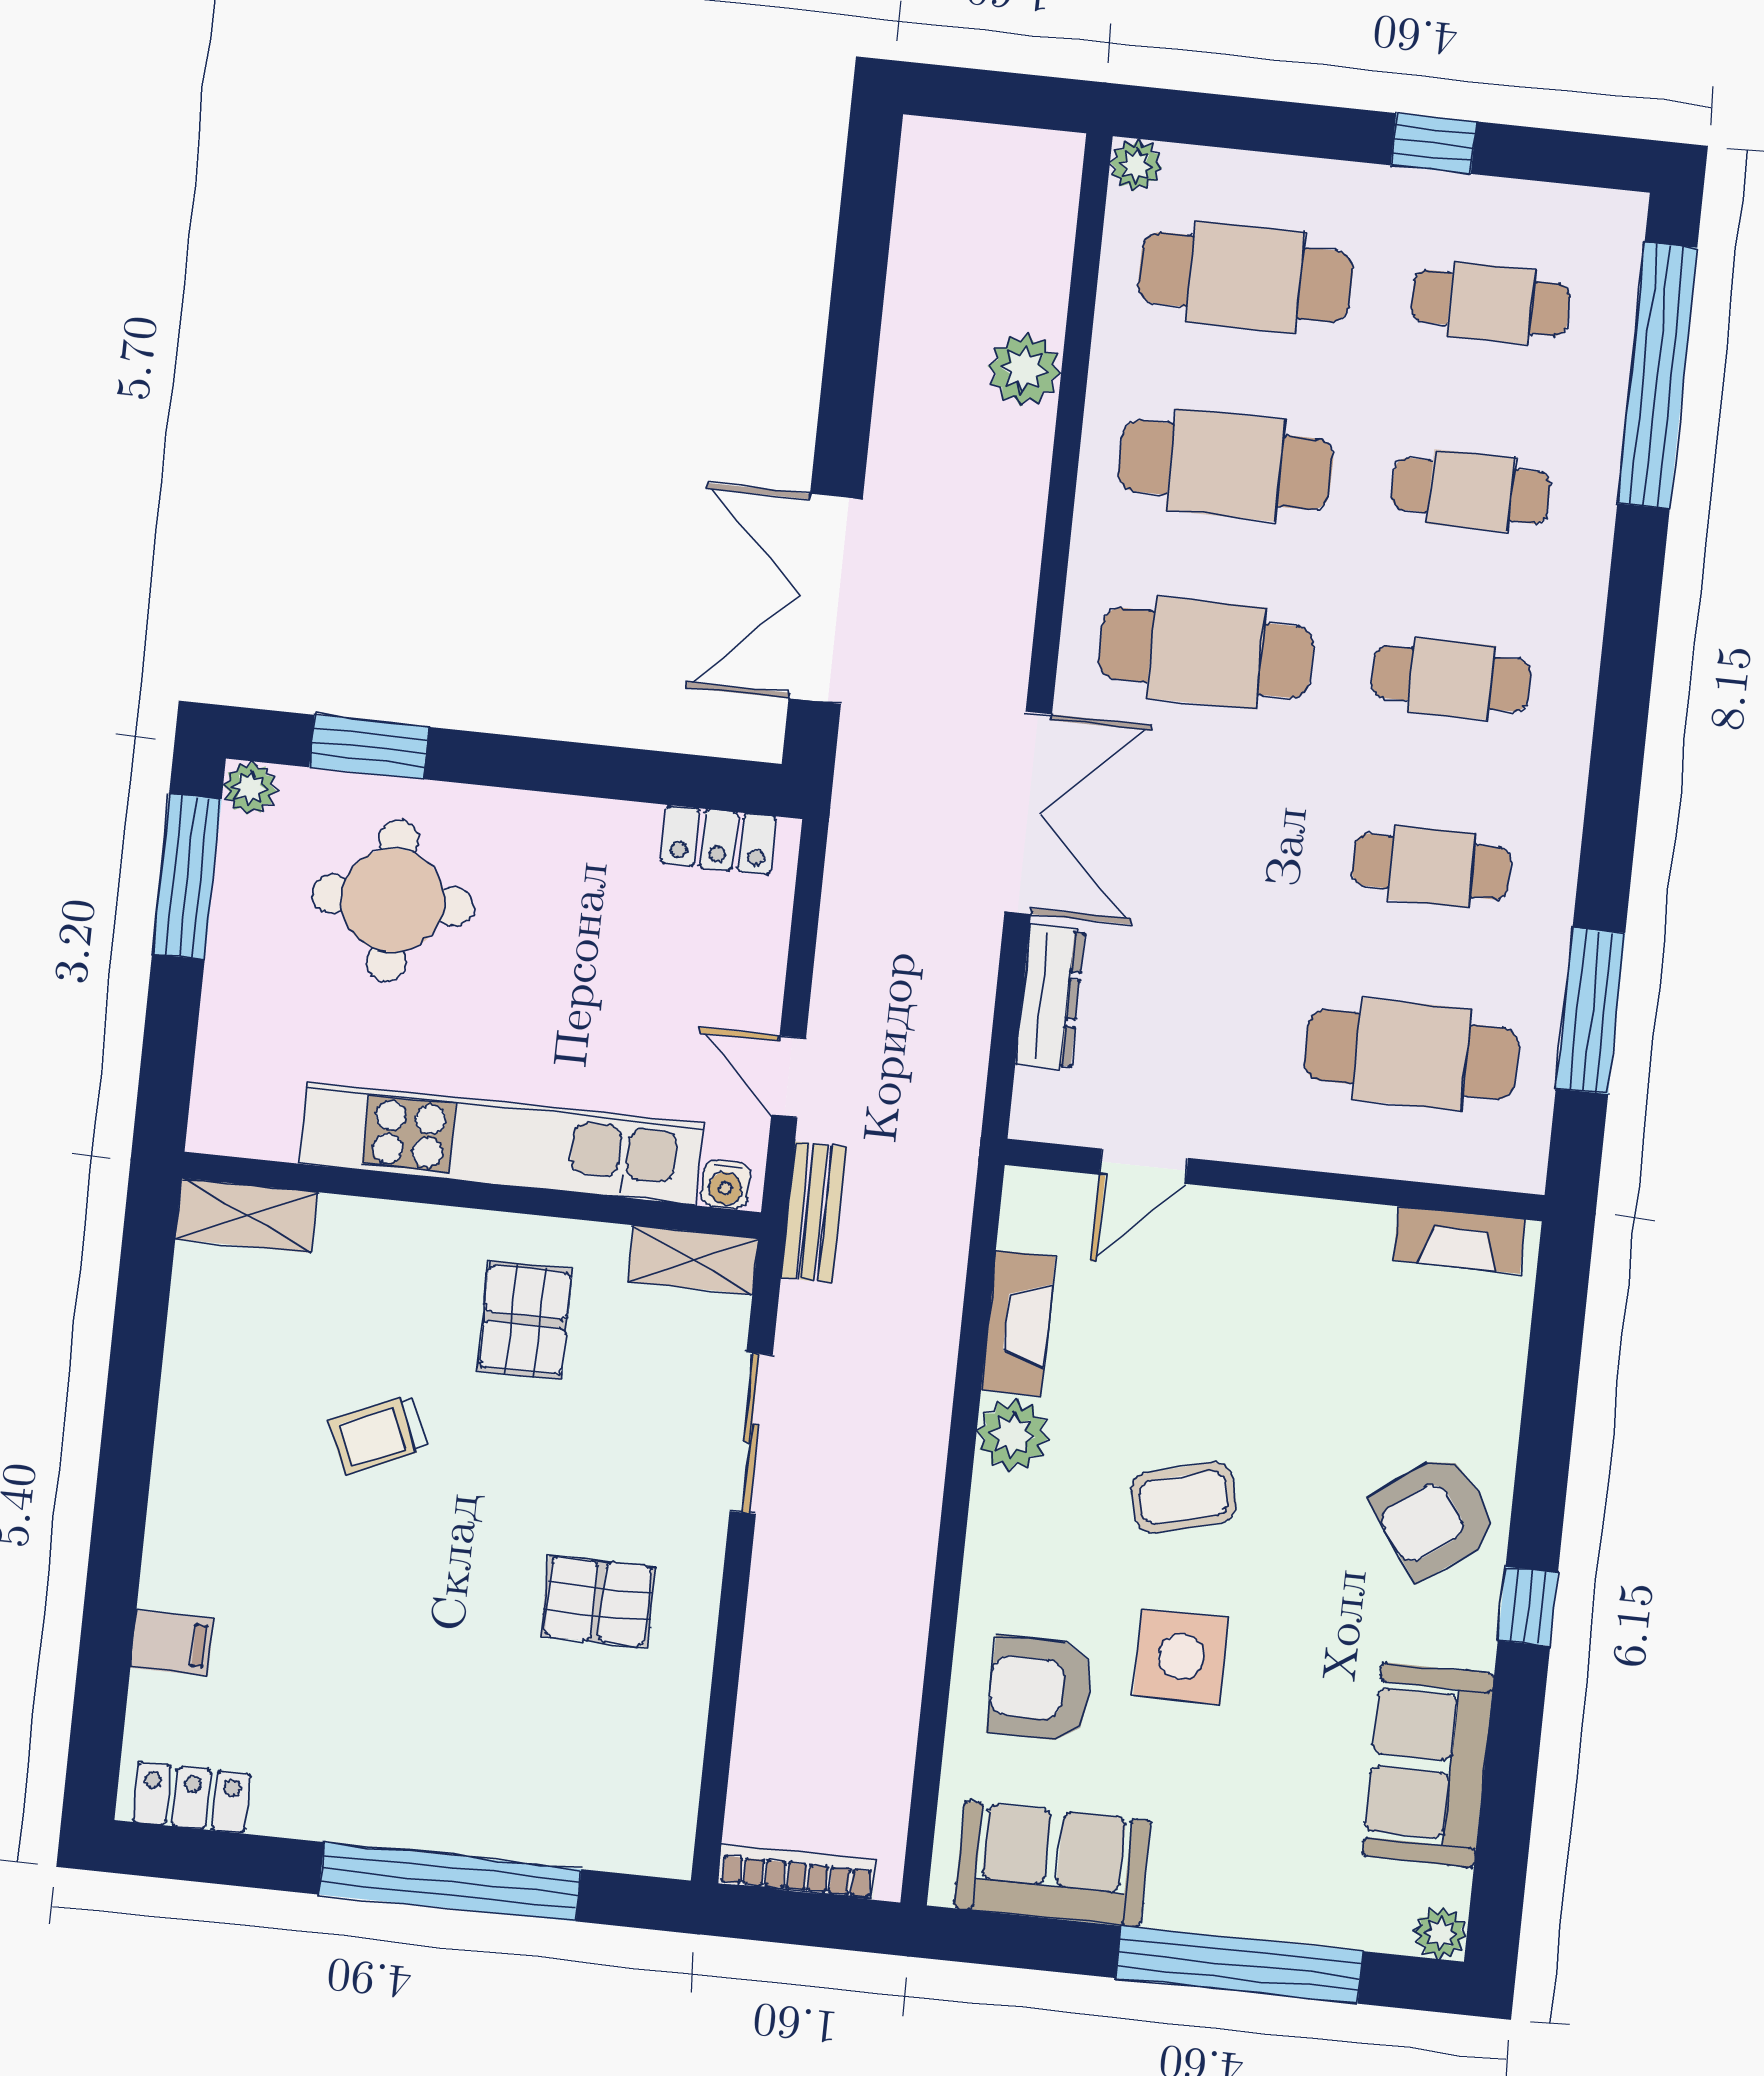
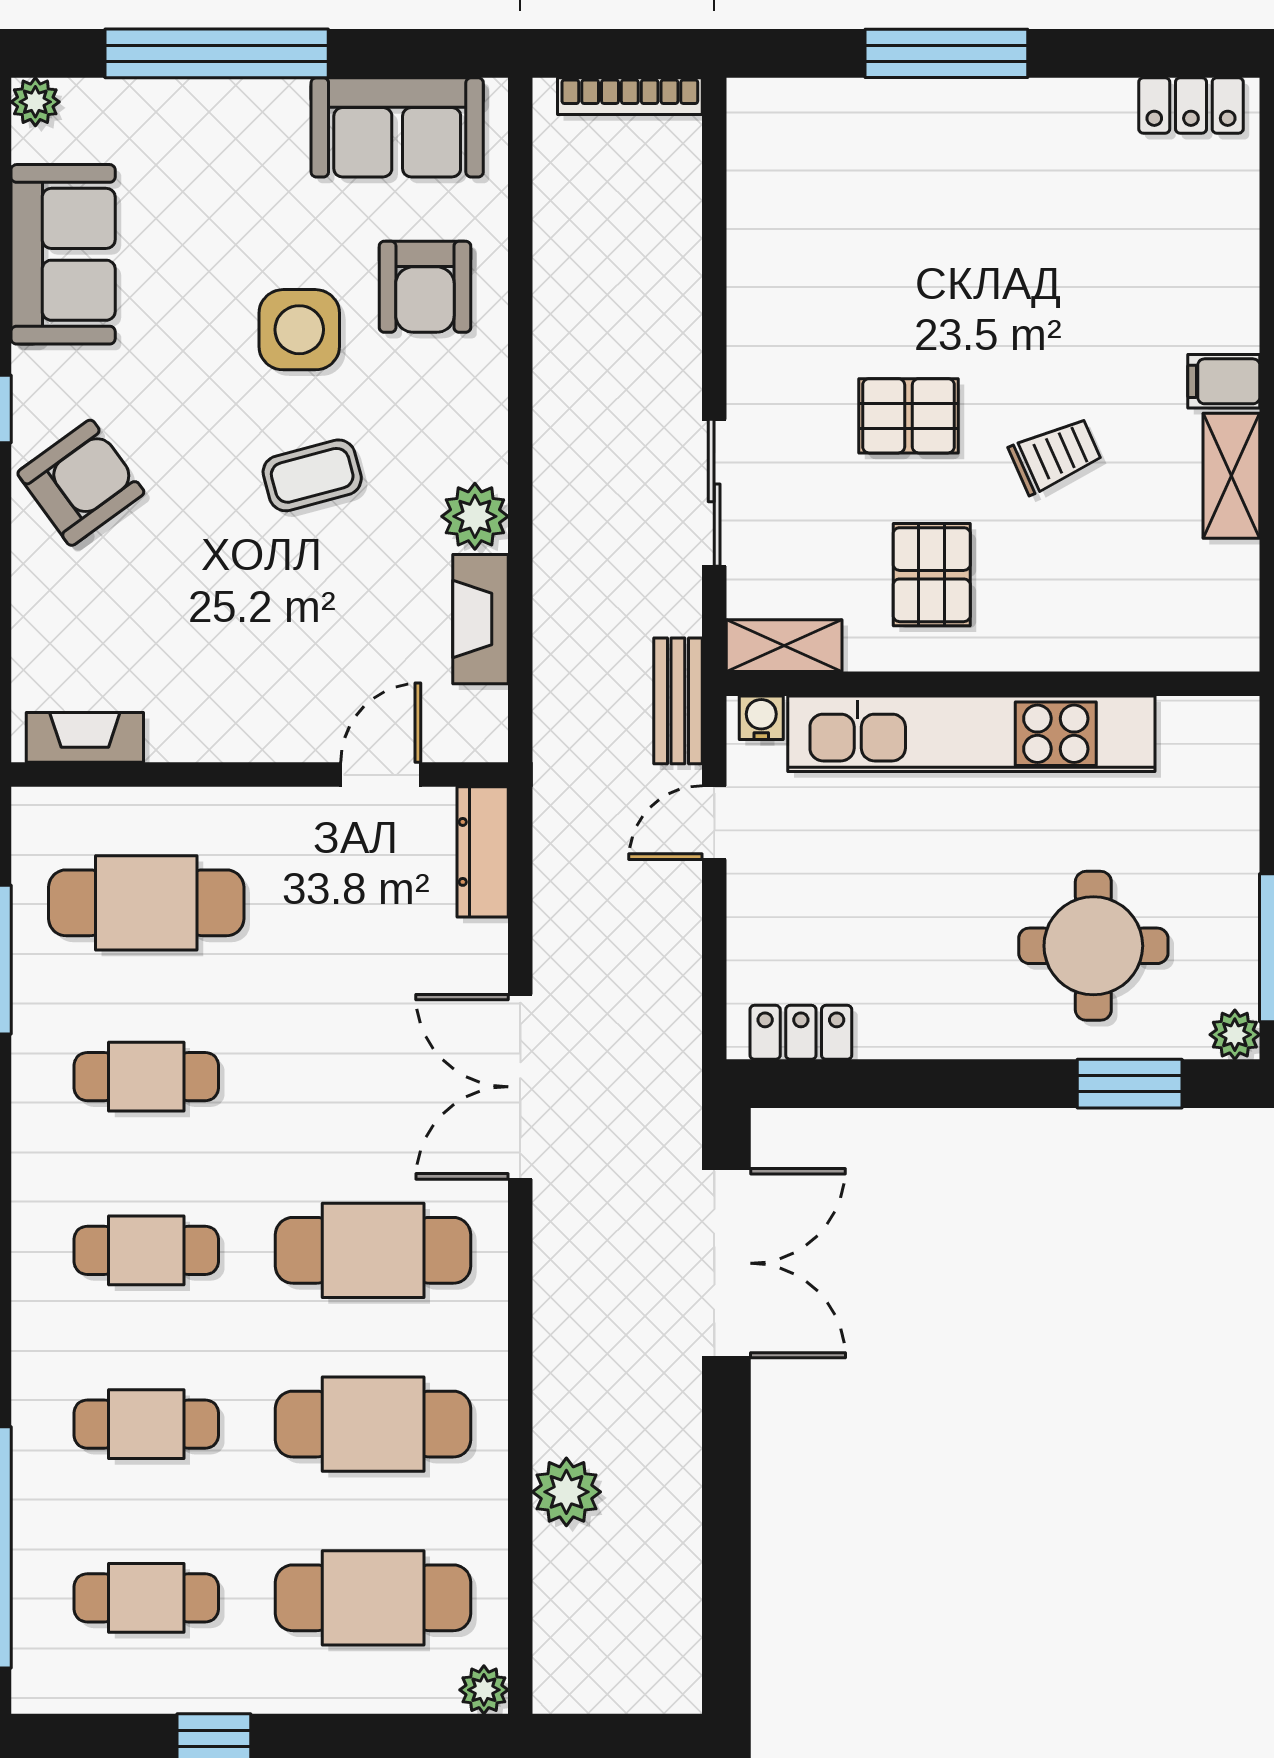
dresser: (1050, 997) -> (483, 852), moved
door: (789, 1077) -> (714, 823), swing flipped
shelving: (246, 1215) -> (1231, 476), moved, turned 90
pallet: (598, 1601) -> (908, 416), moved
filing cabinet: (172, 1643) -> (1224, 381), moved
armchair: (1040, 1689) -> (425, 287), turned 90
window: (450, 1882) -> (946, 53), width x0.68

